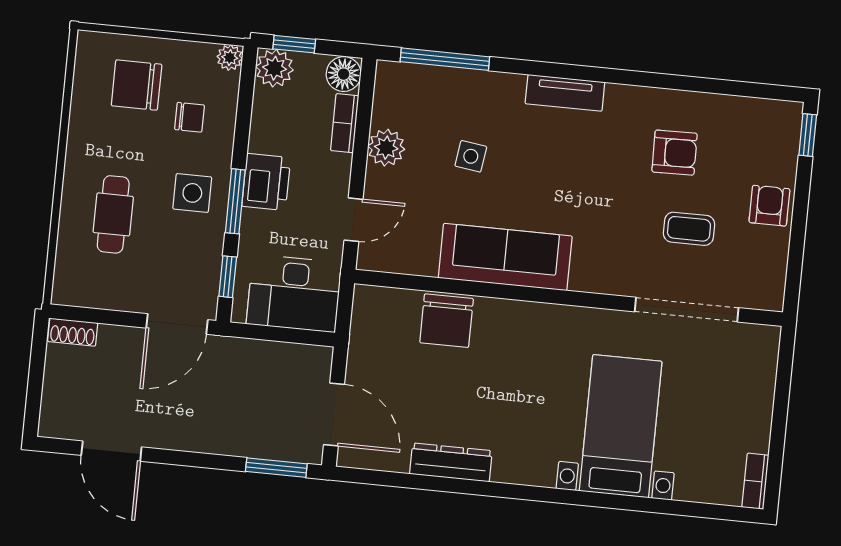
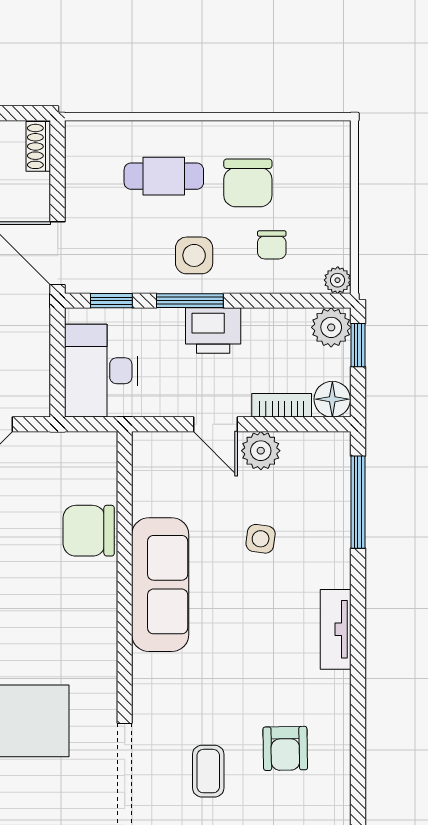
chair: (137, 85) -> (248, 183), moved, turned 180
door: (353, 220) -> (216, 424), moved

